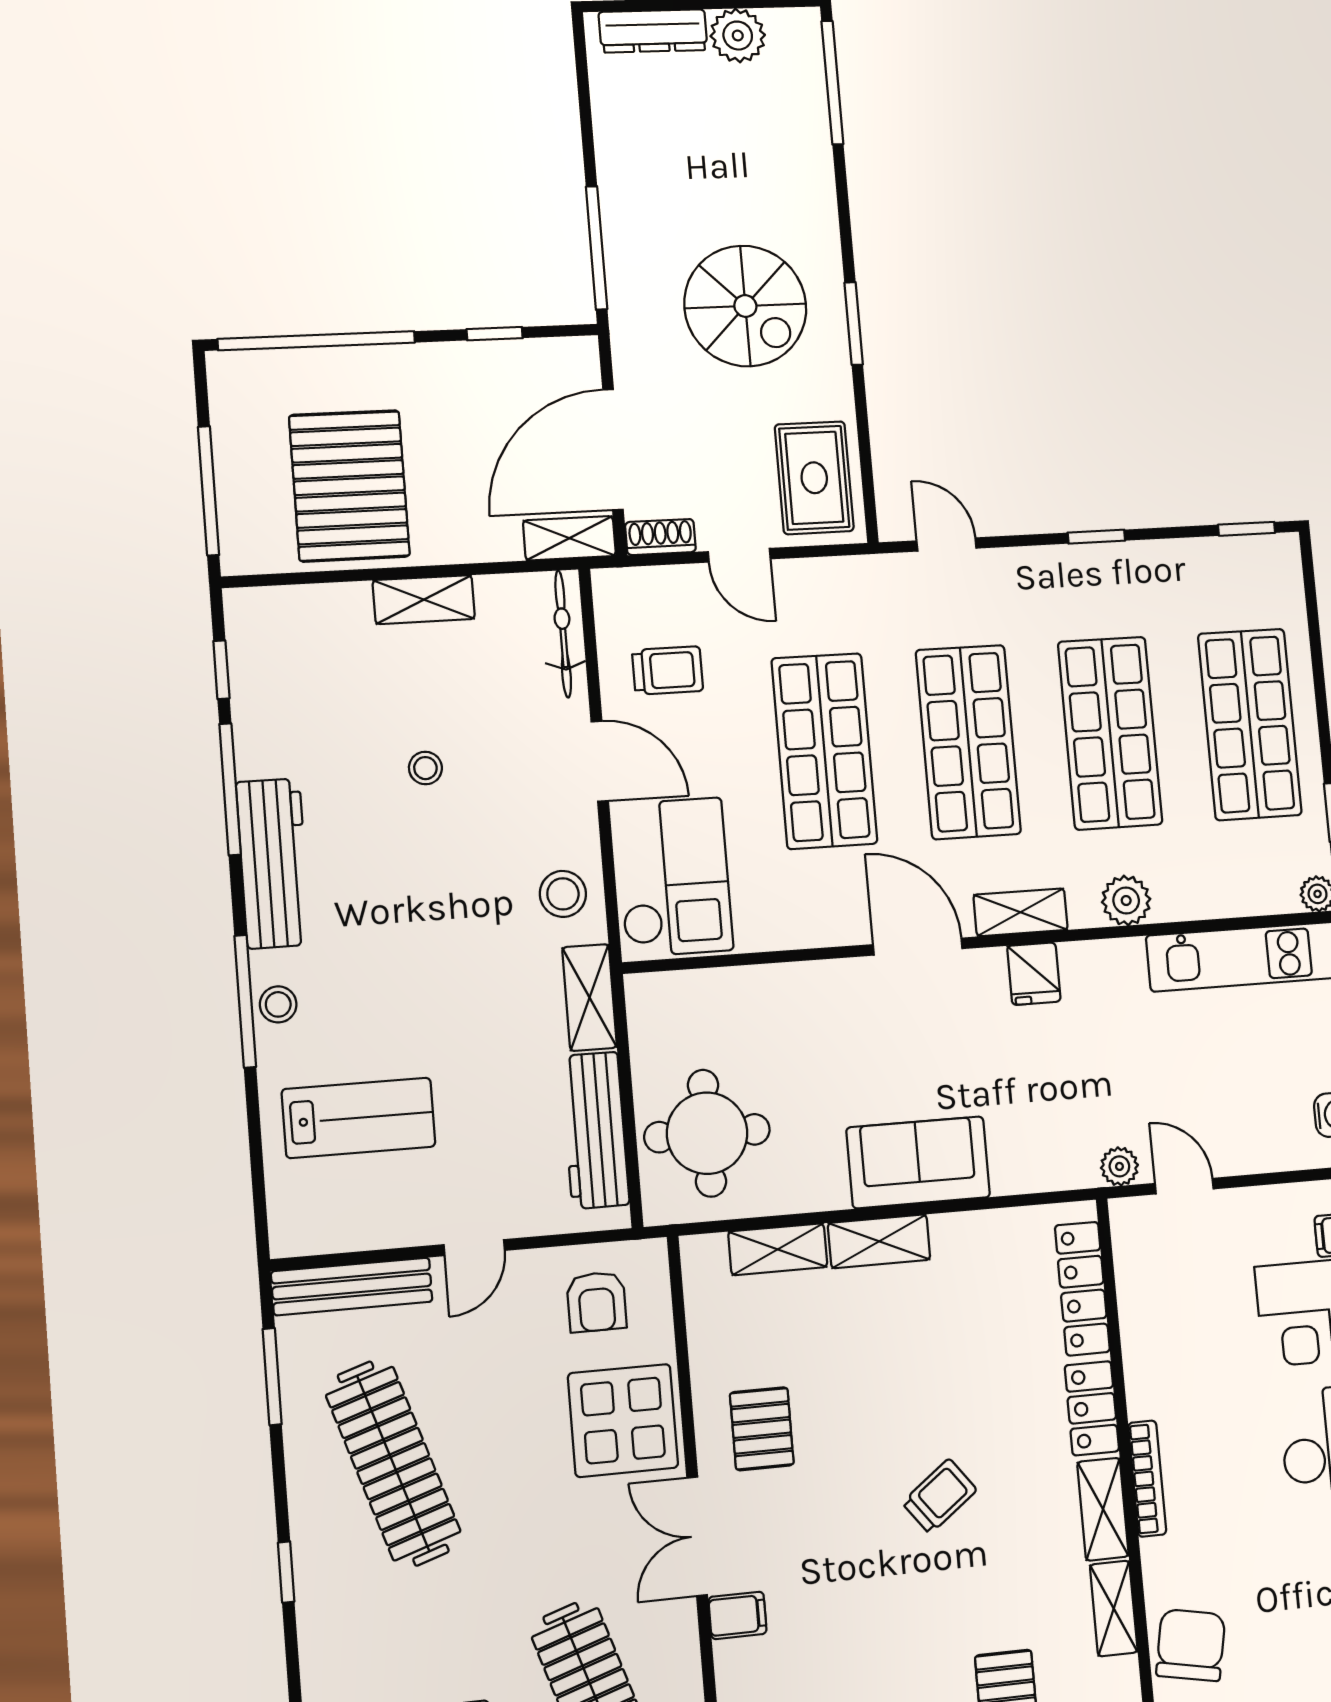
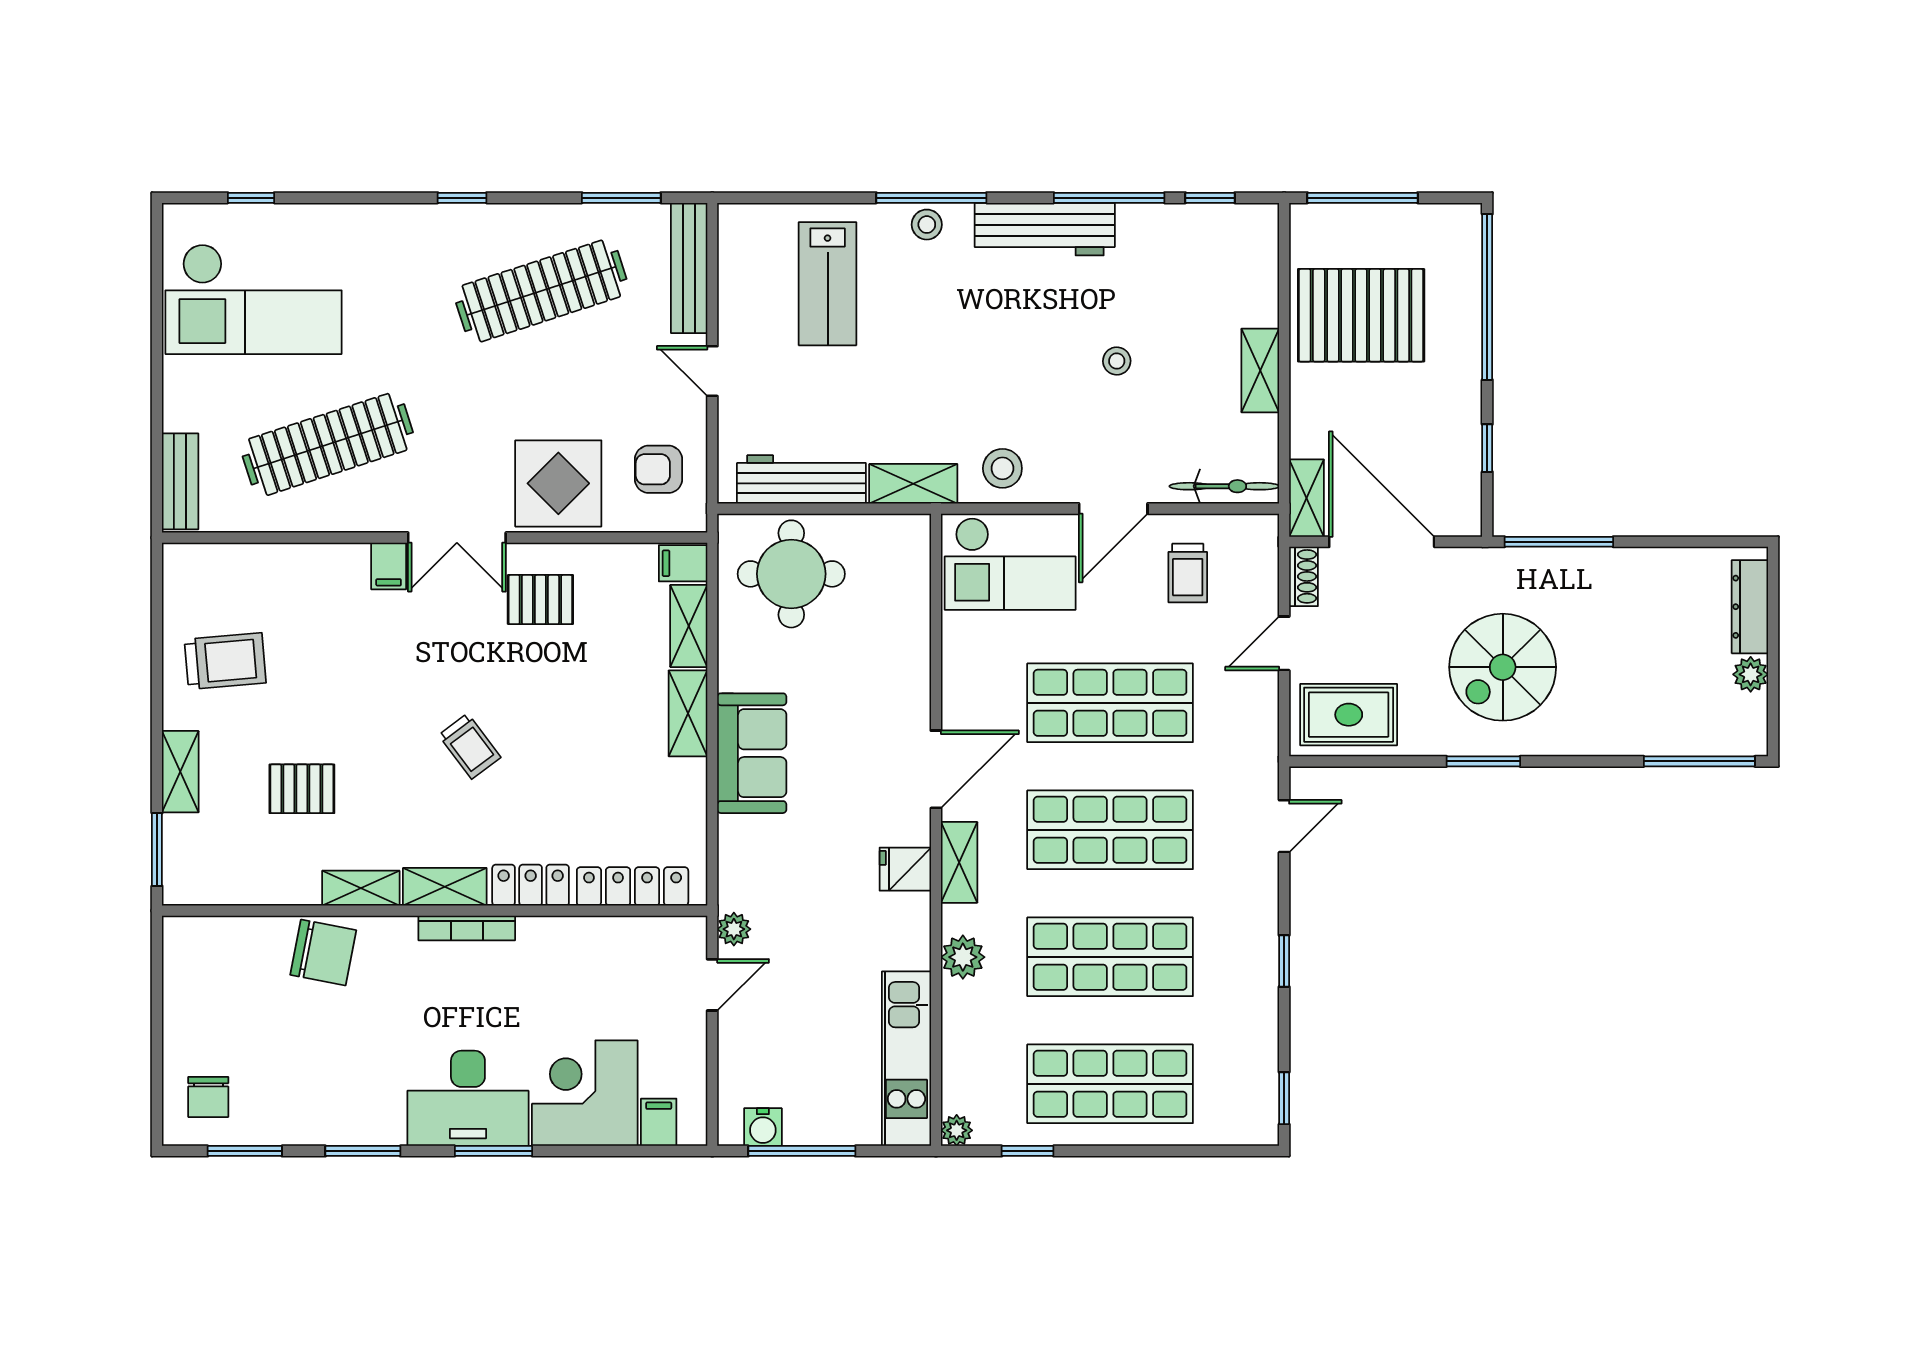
plant: (738, 36) -> (1751, 674), width x0.73, depth x0.73
filing cabinet: (705, 1263) -> (683, 563), added
double door: (697, 1536) -> (457, 538), swing flipped

